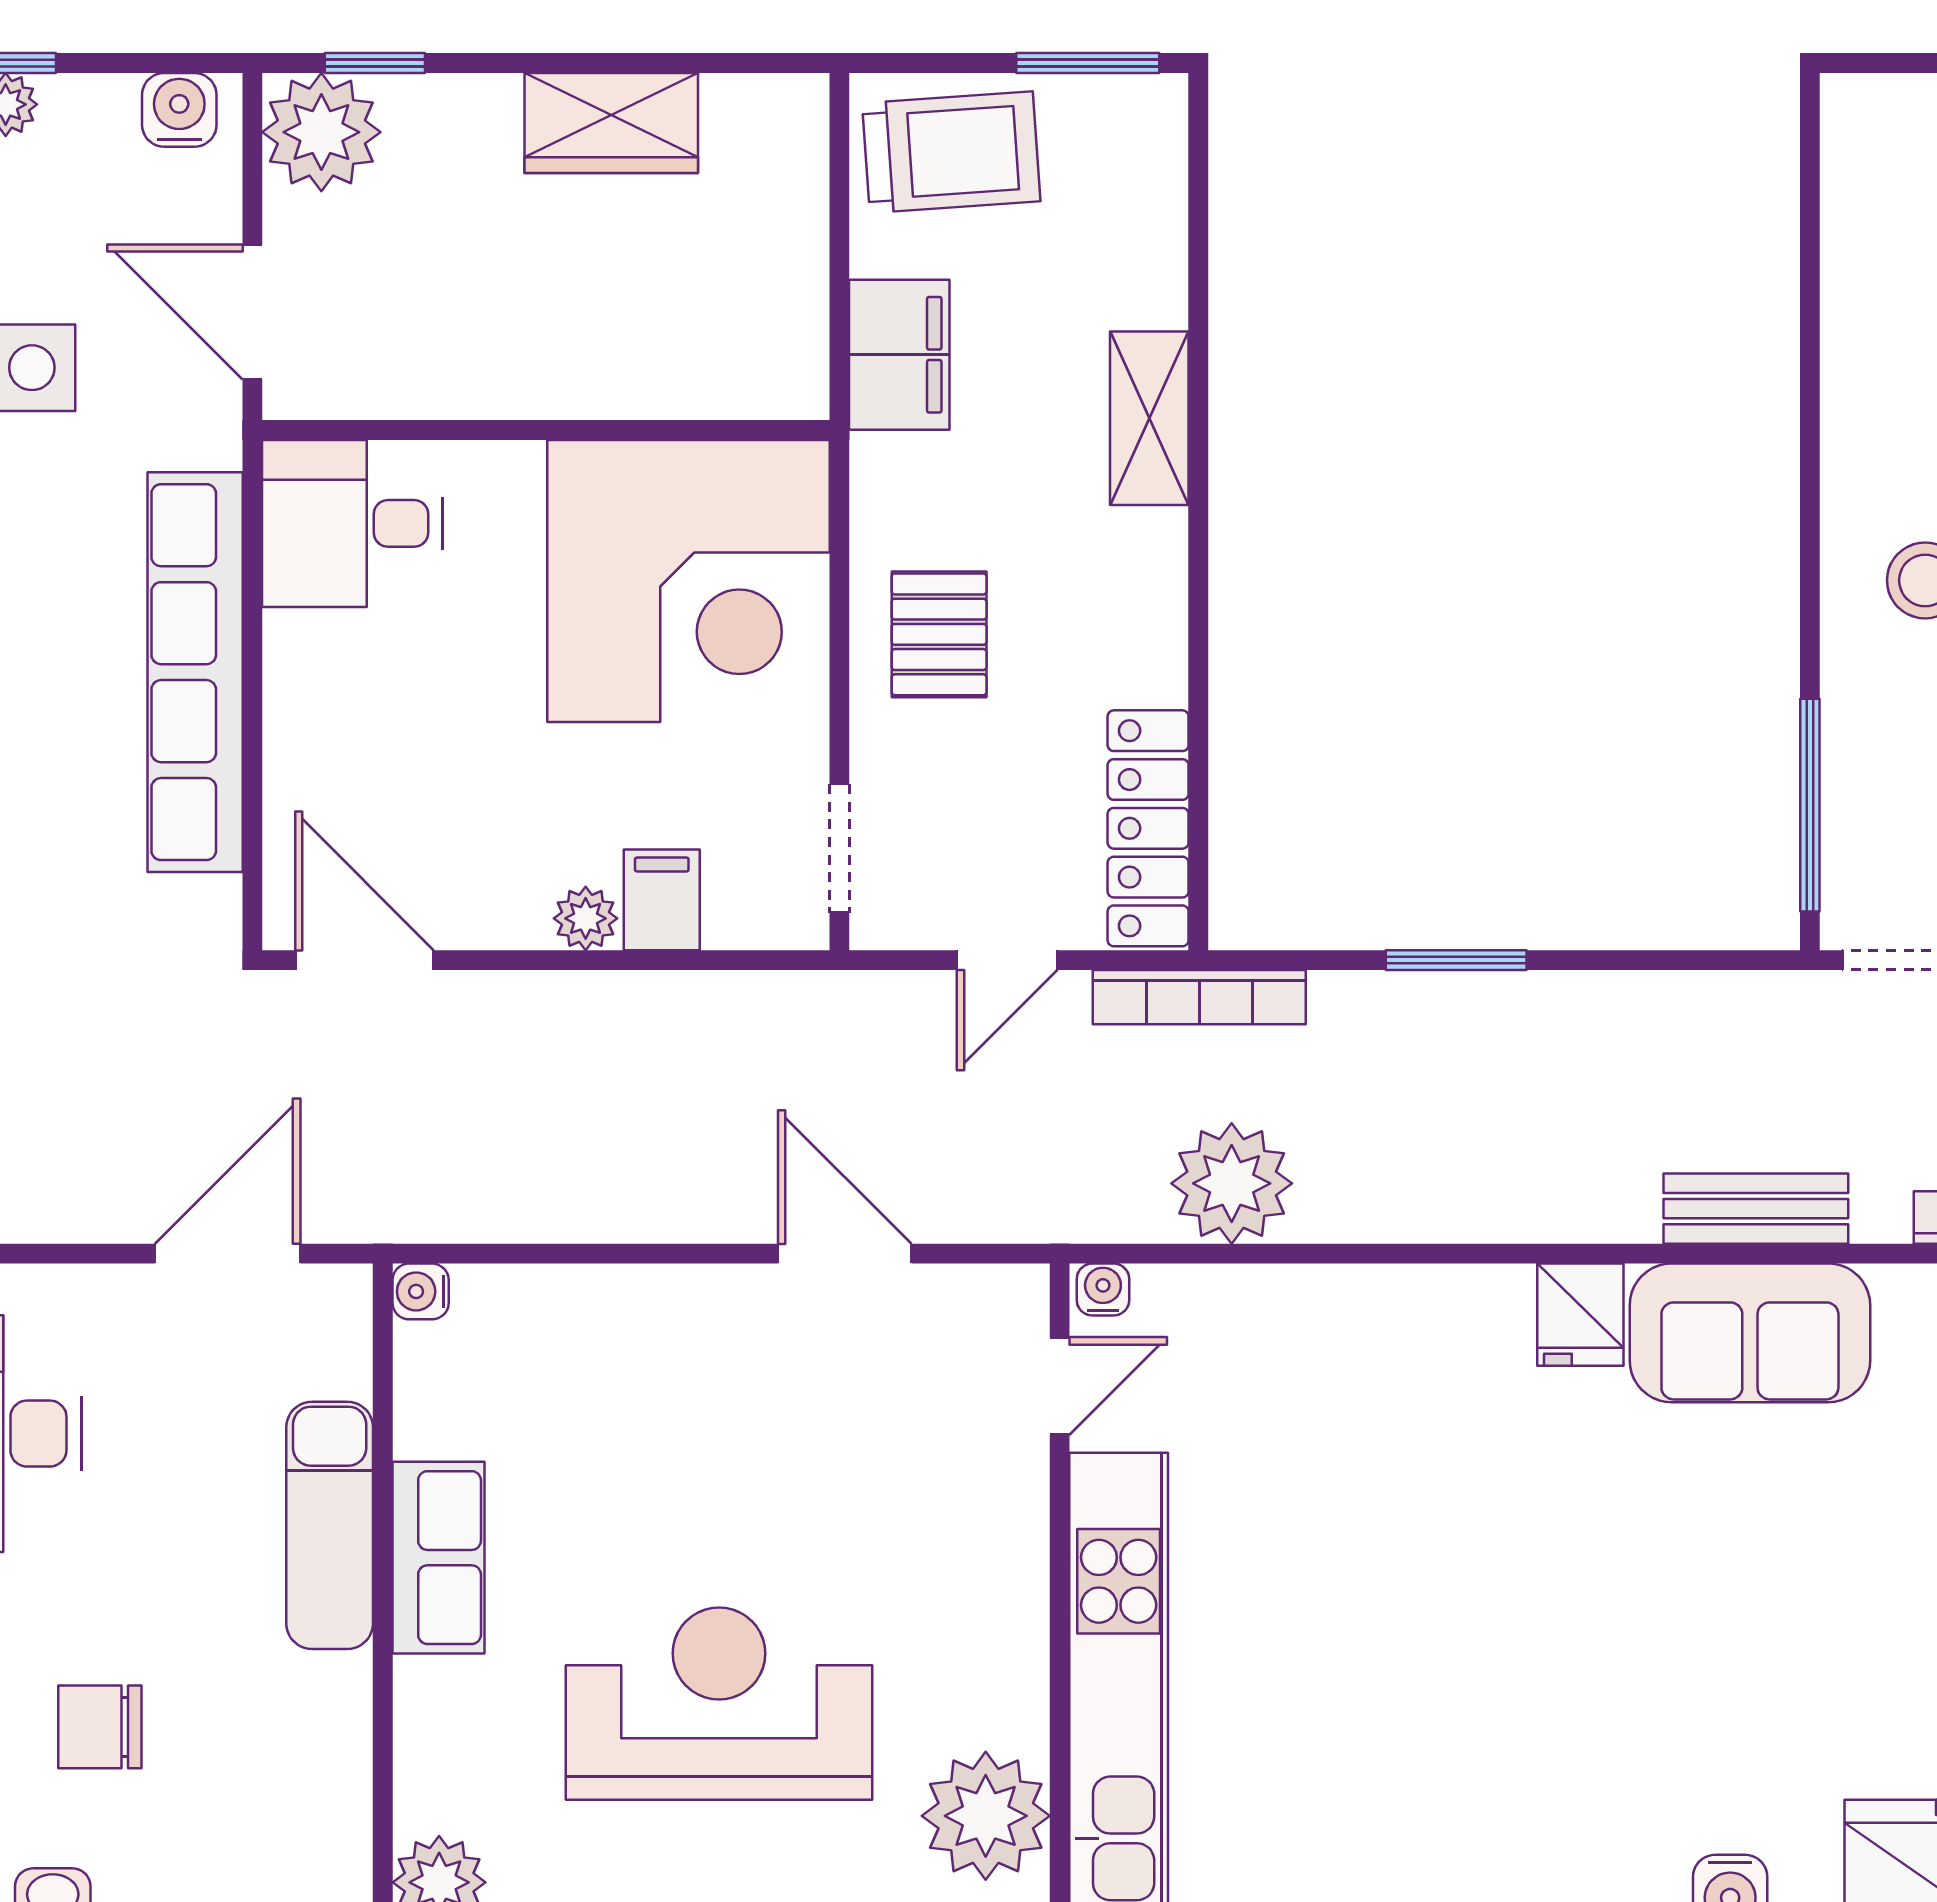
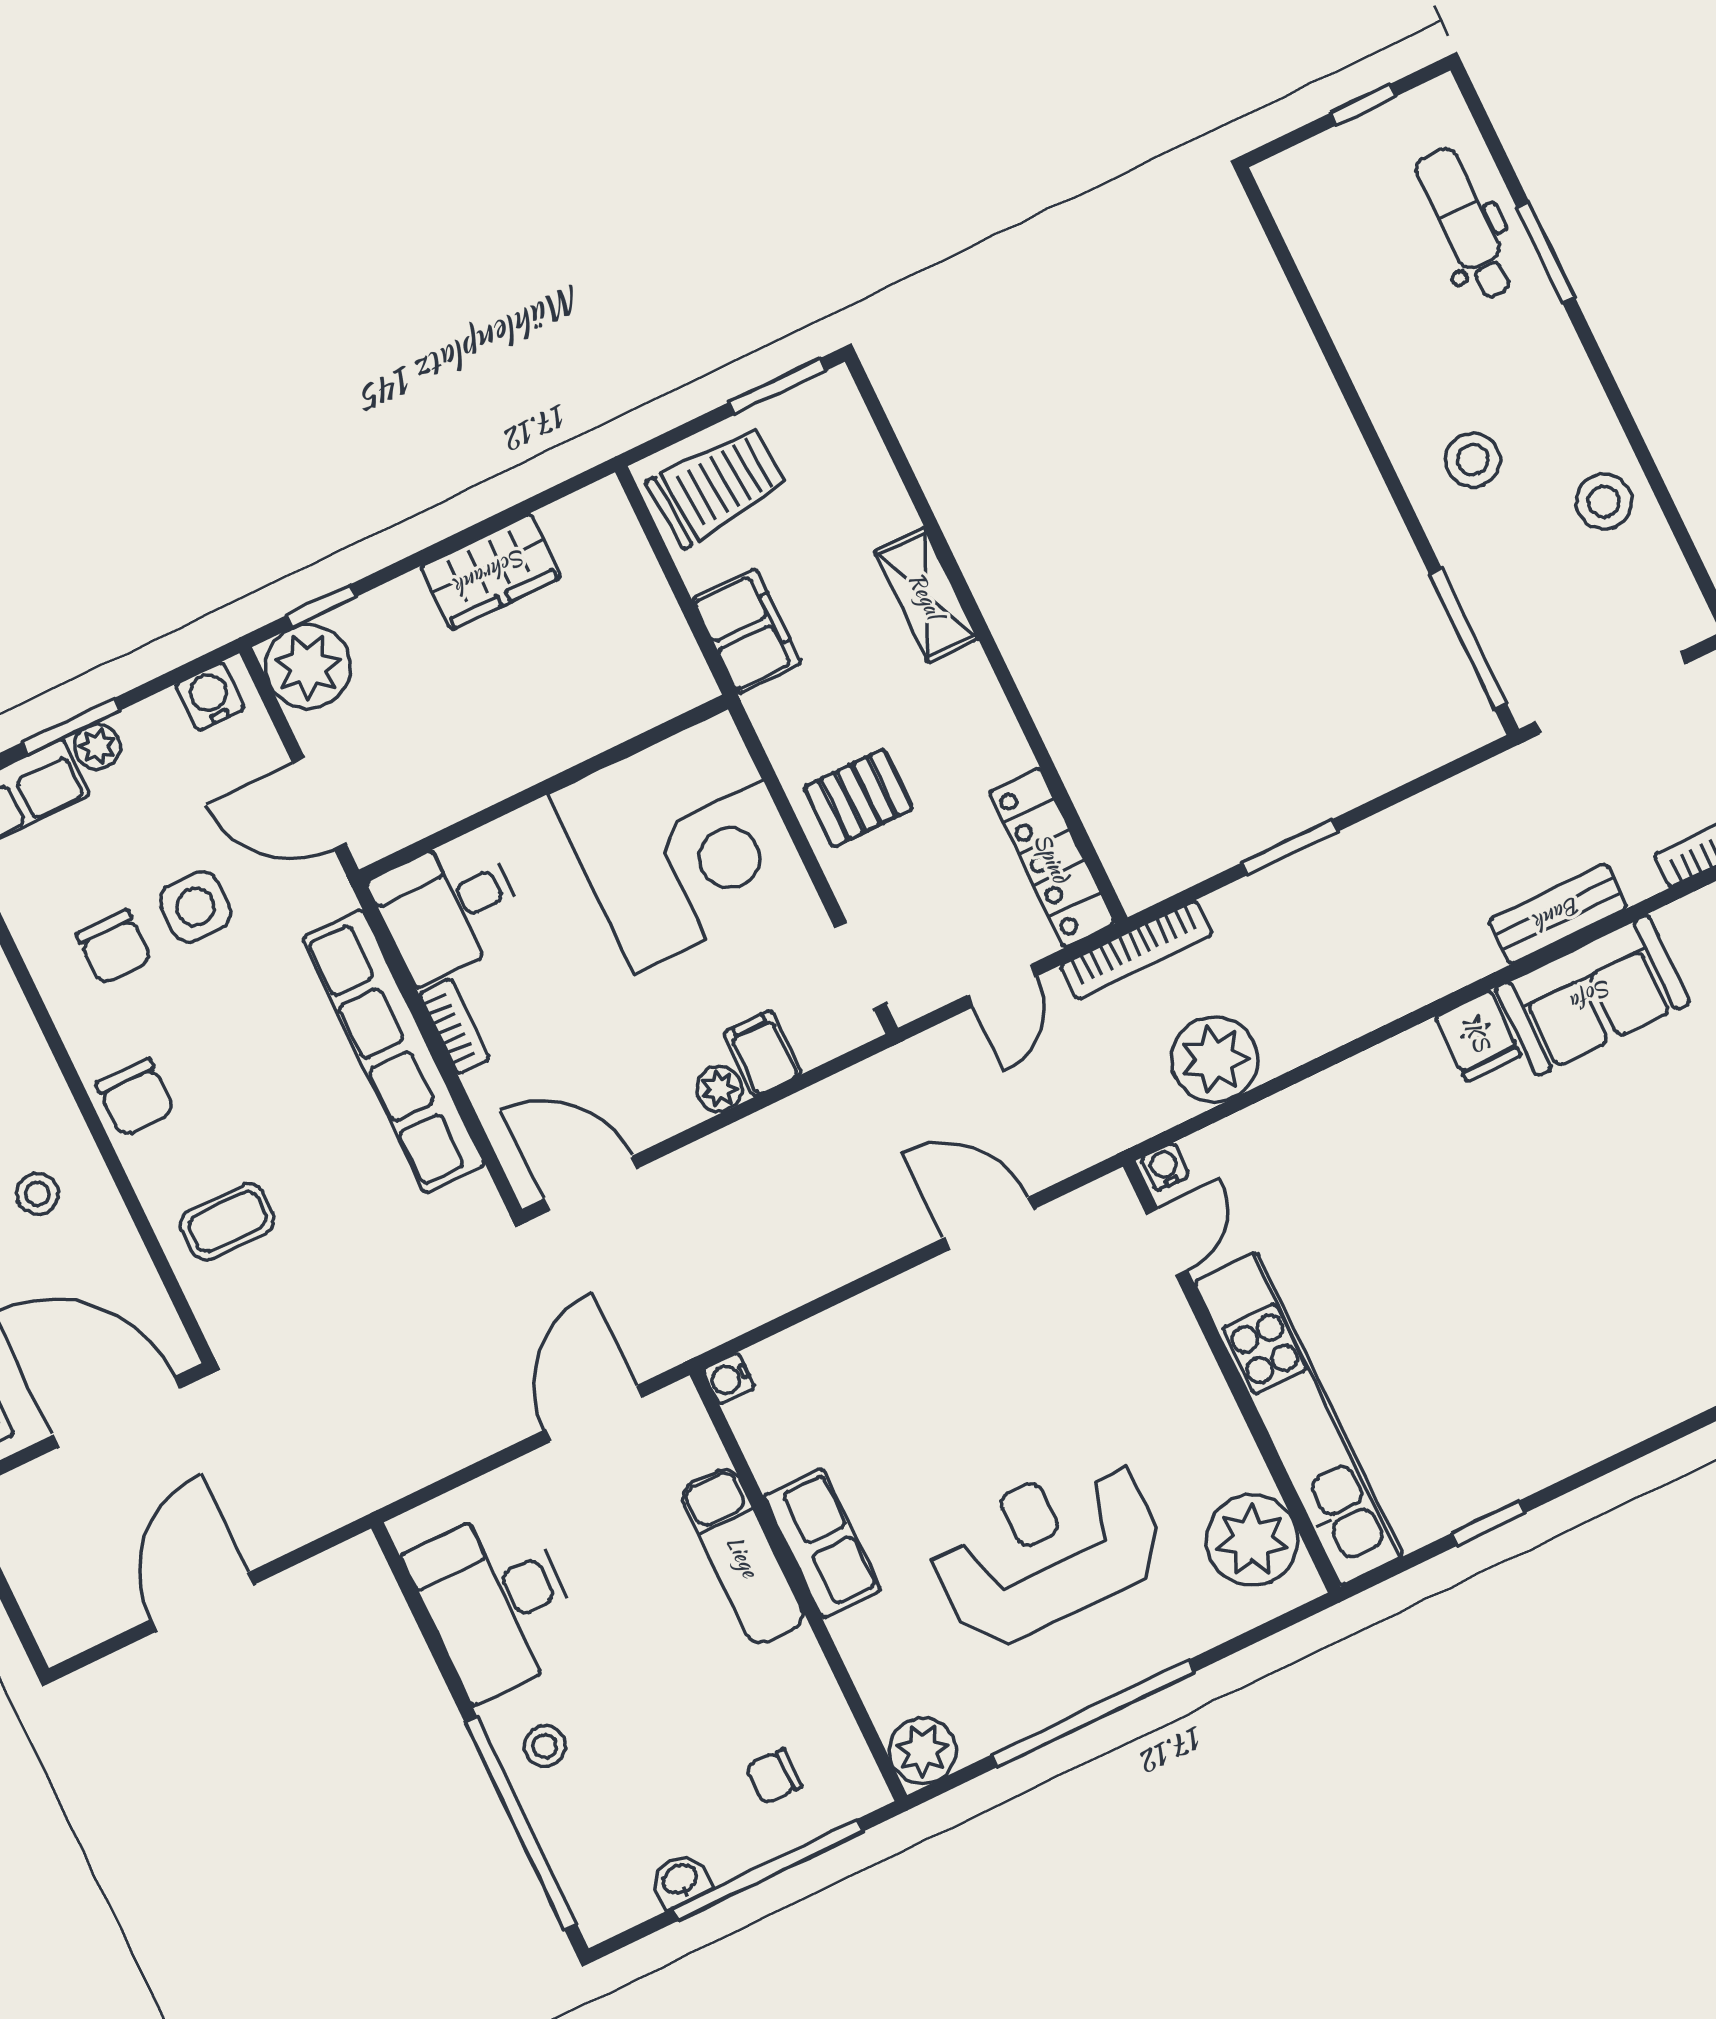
pallet: (939, 634) -> (858, 798), turned 90
bookcase: (287, 677) -> (454, 1026), added
chair: (100, 1727) -> (774, 1777), moved, width x0.73, depth x0.73

